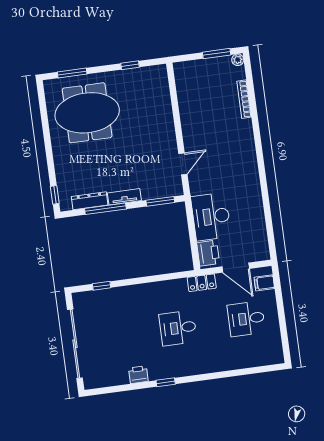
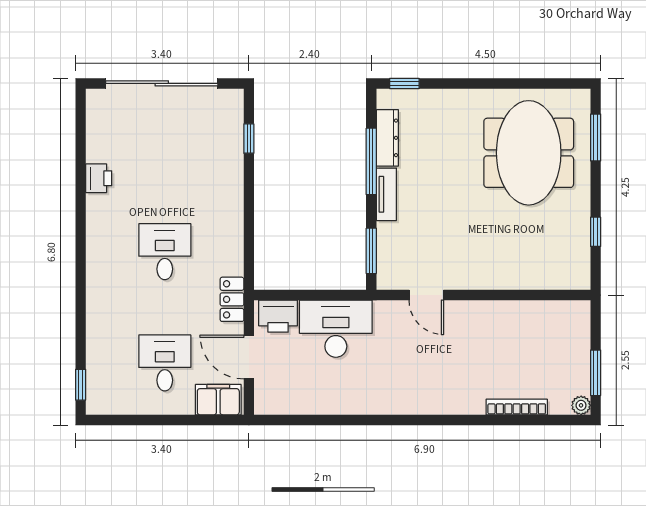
door: (236, 268) -> (249, 357), hinge flipped
filing cabinet: (264, 283) -> (218, 400), width x2.00
window: (166, 382) -> (81, 385), moved

